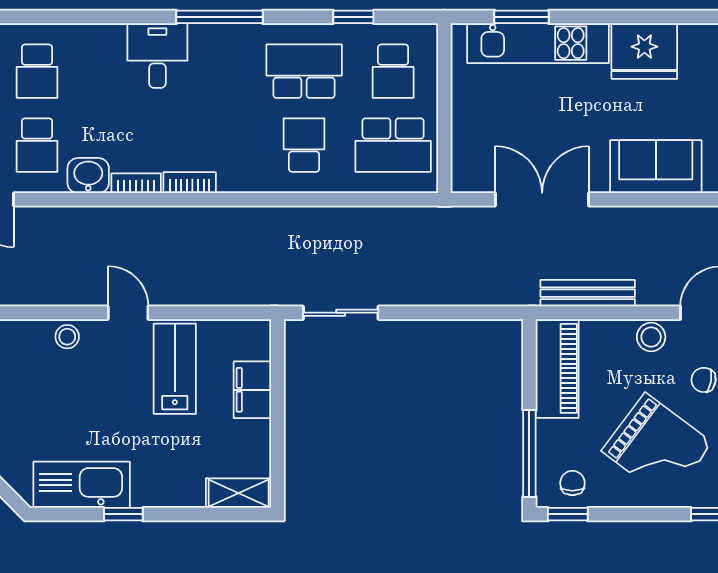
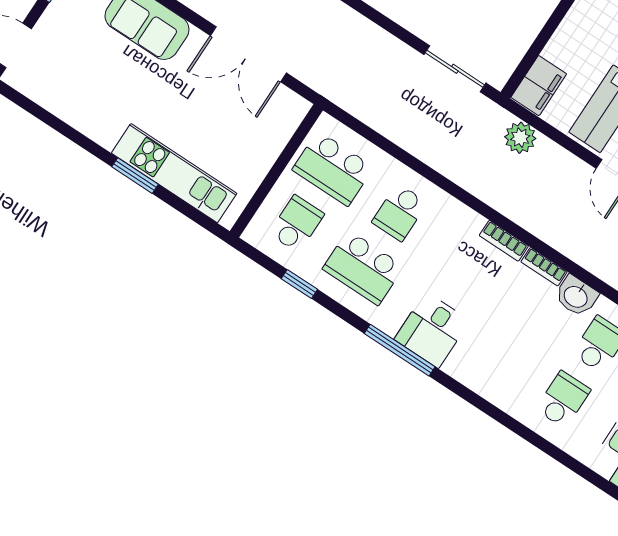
window: (522, 17) -> (135, 176), moved
fridge: (644, 51) -> (98, 115), removed
desk: (157, 55) -> (432, 330), moved
school desk: (393, 145) -> (333, 168), turned 180
plant: (238, 289) -> (520, 138), added
filing cabinet: (252, 390) -> (539, 86), moved

